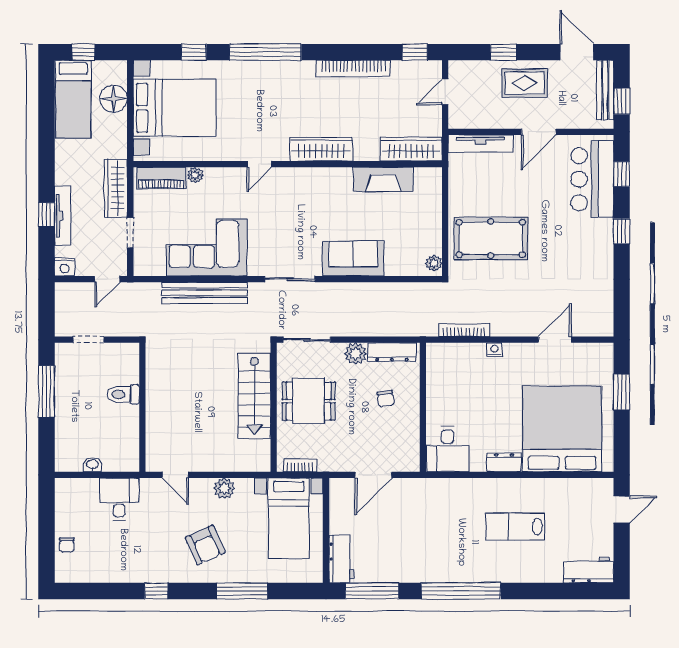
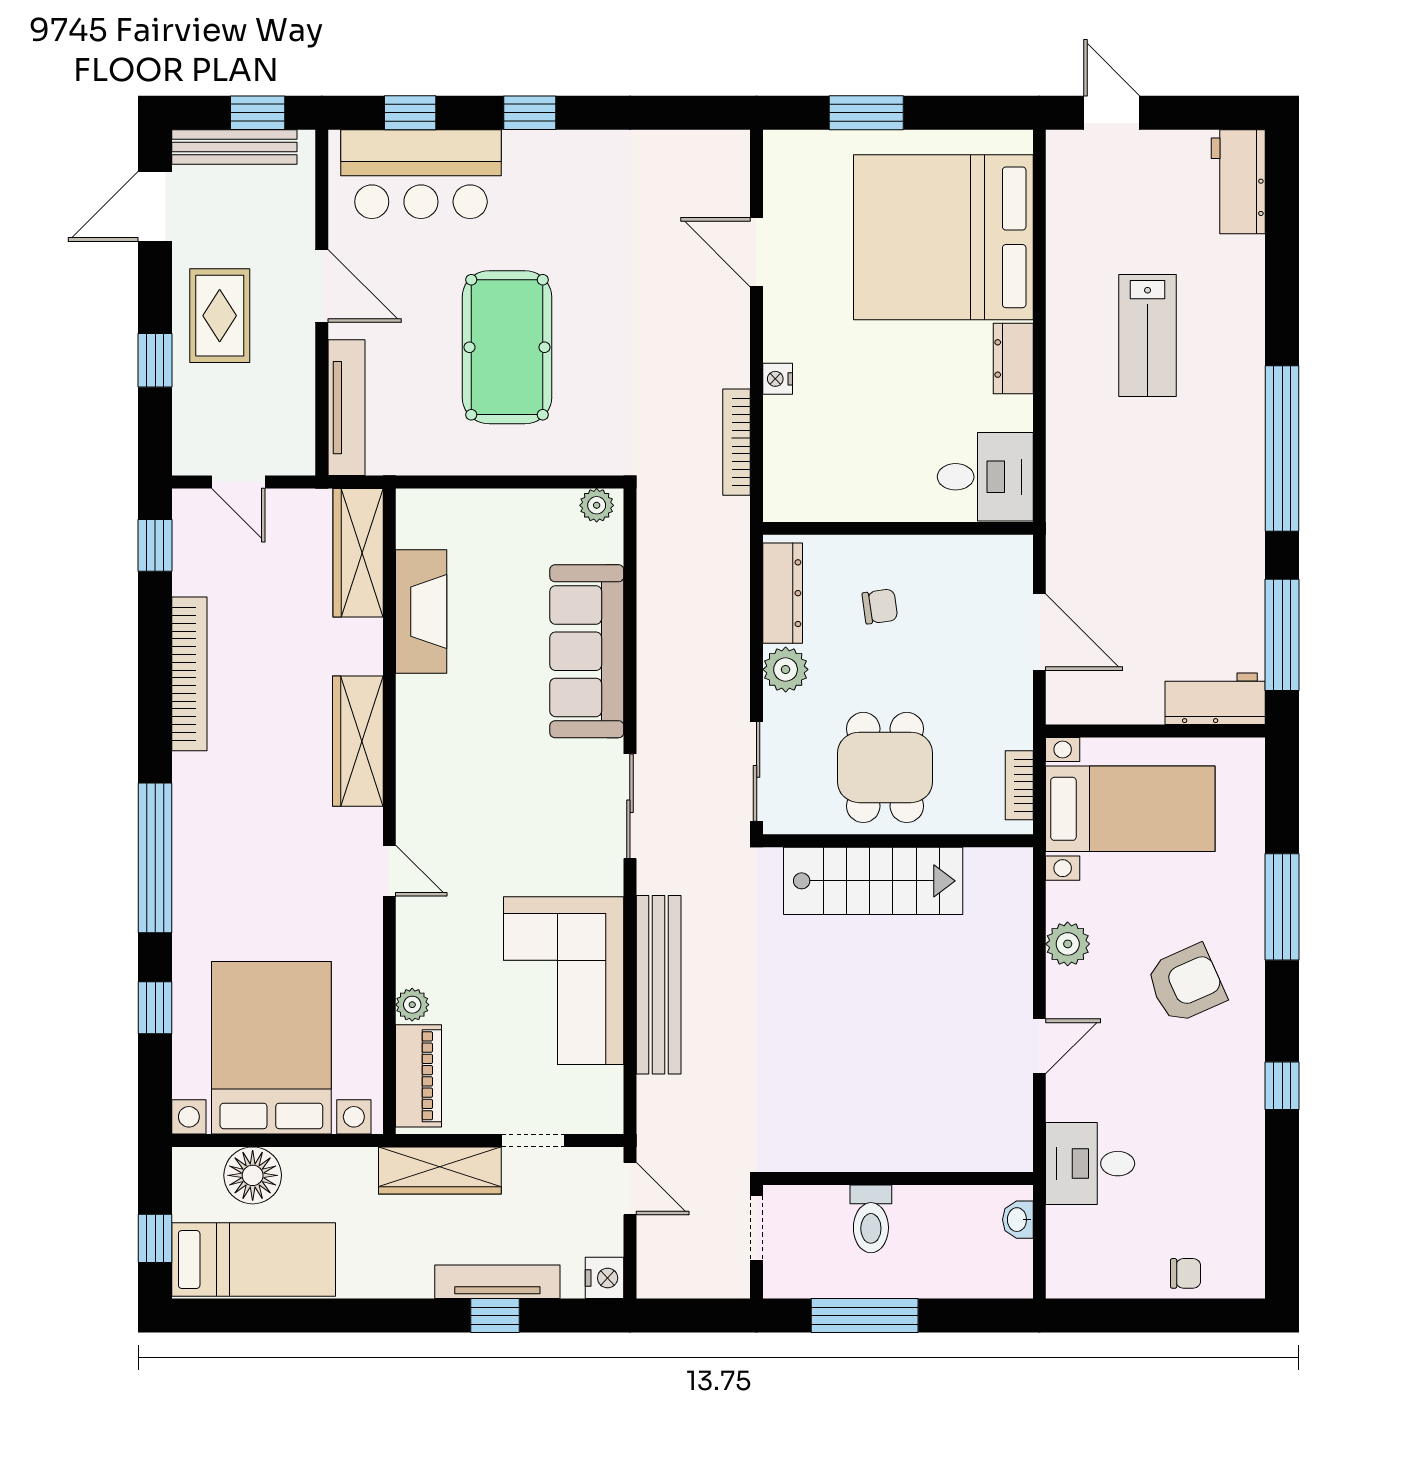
pool table: (491, 239) -> (507, 347), moved
sofa: (353, 259) -> (587, 651), width x1.36
toilet: (123, 394) -> (871, 1219), moved
wall: (142, 407) -> (898, 1178), moved

